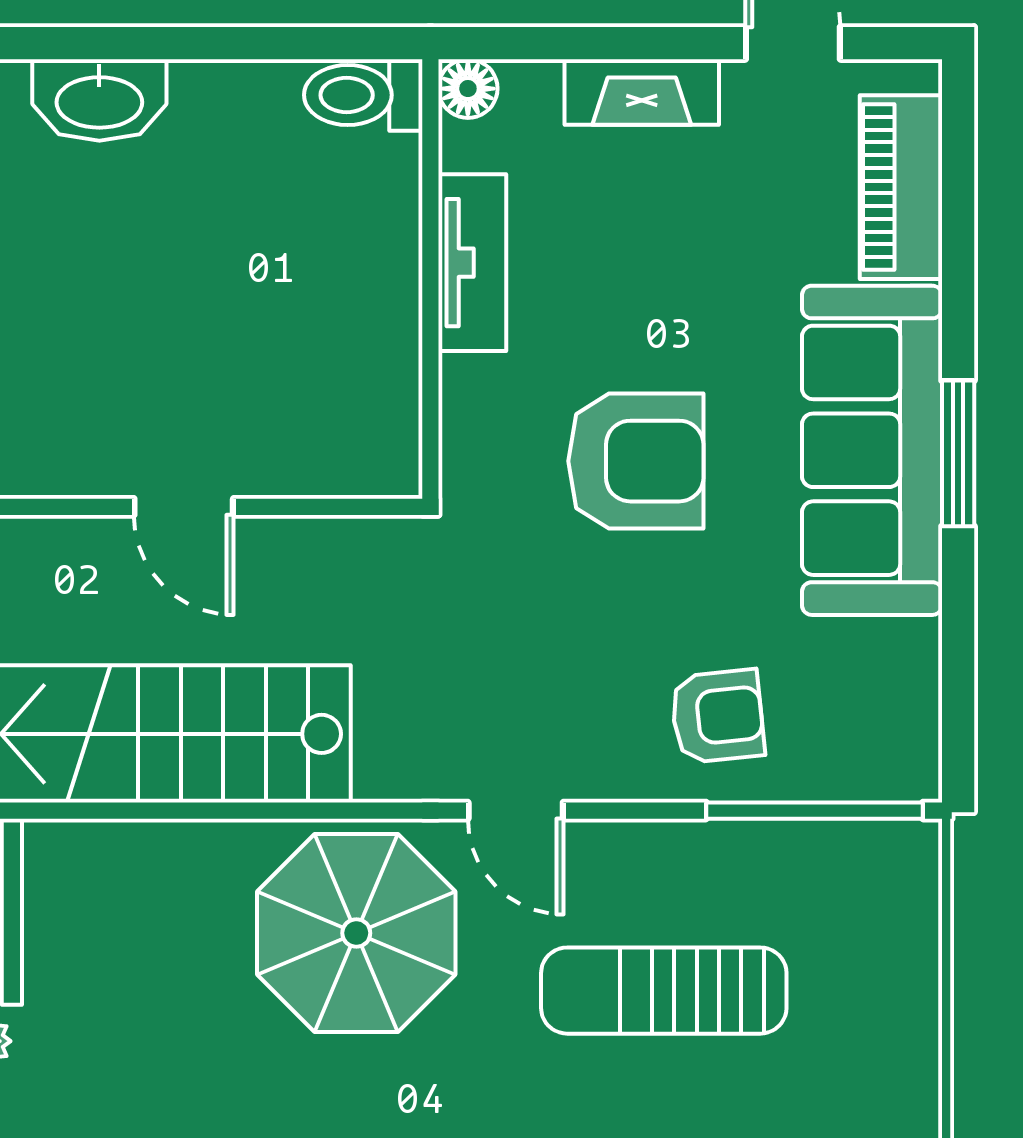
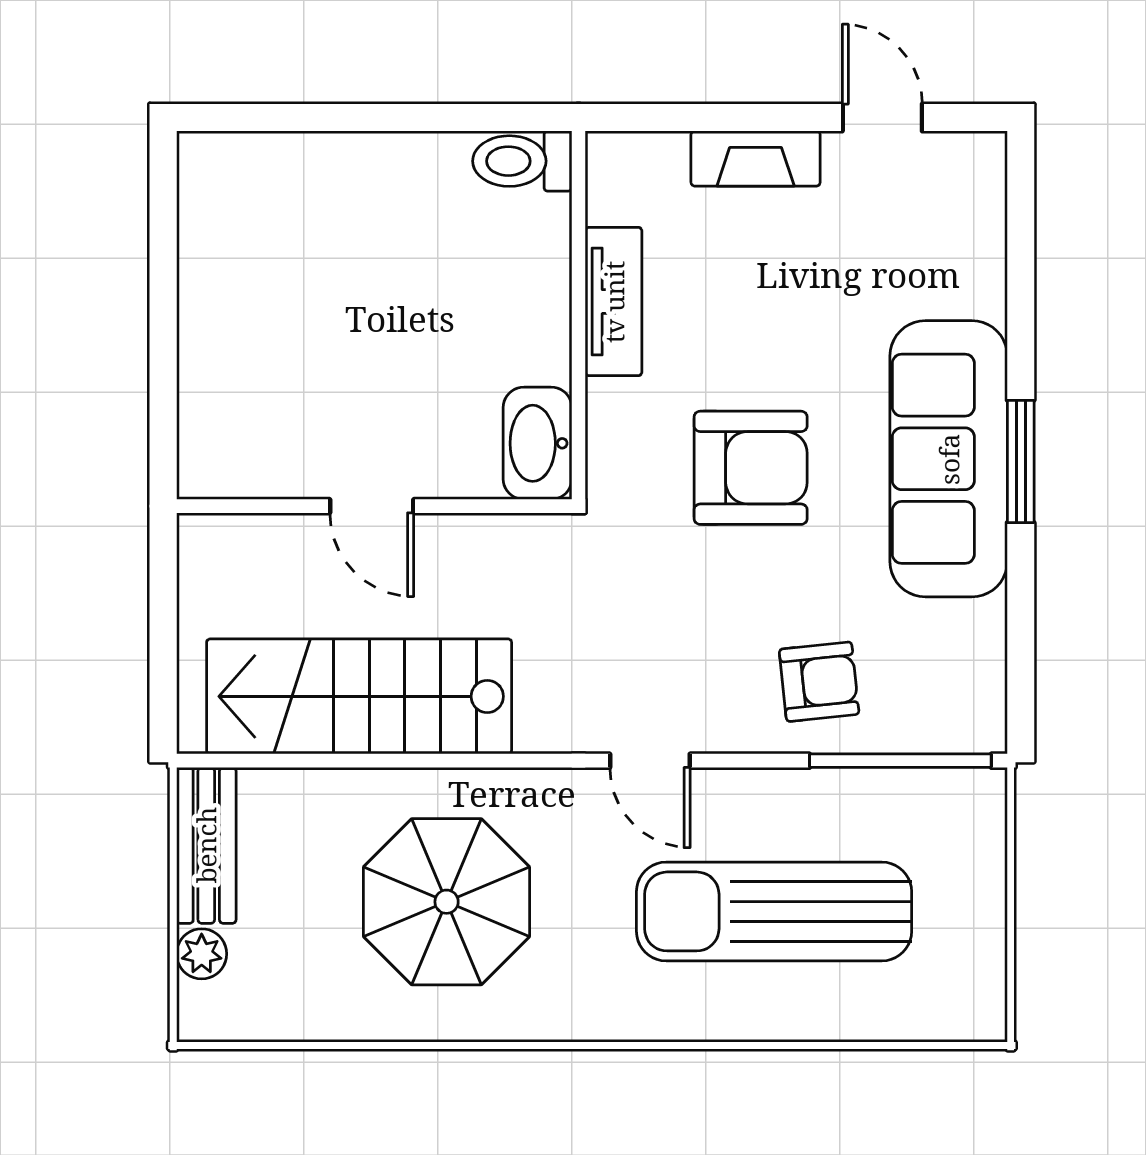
floor lamp: (468, 89) -> (610, 156), removed
washbasin: (99, 100) -> (538, 443), moved, turned 90
piano: (901, 187) -> (973, 238), removed
parasol: (356, 933) -> (447, 902), moved
sun lounger: (664, 991) -> (774, 911), width x1.36, depth x1.34

